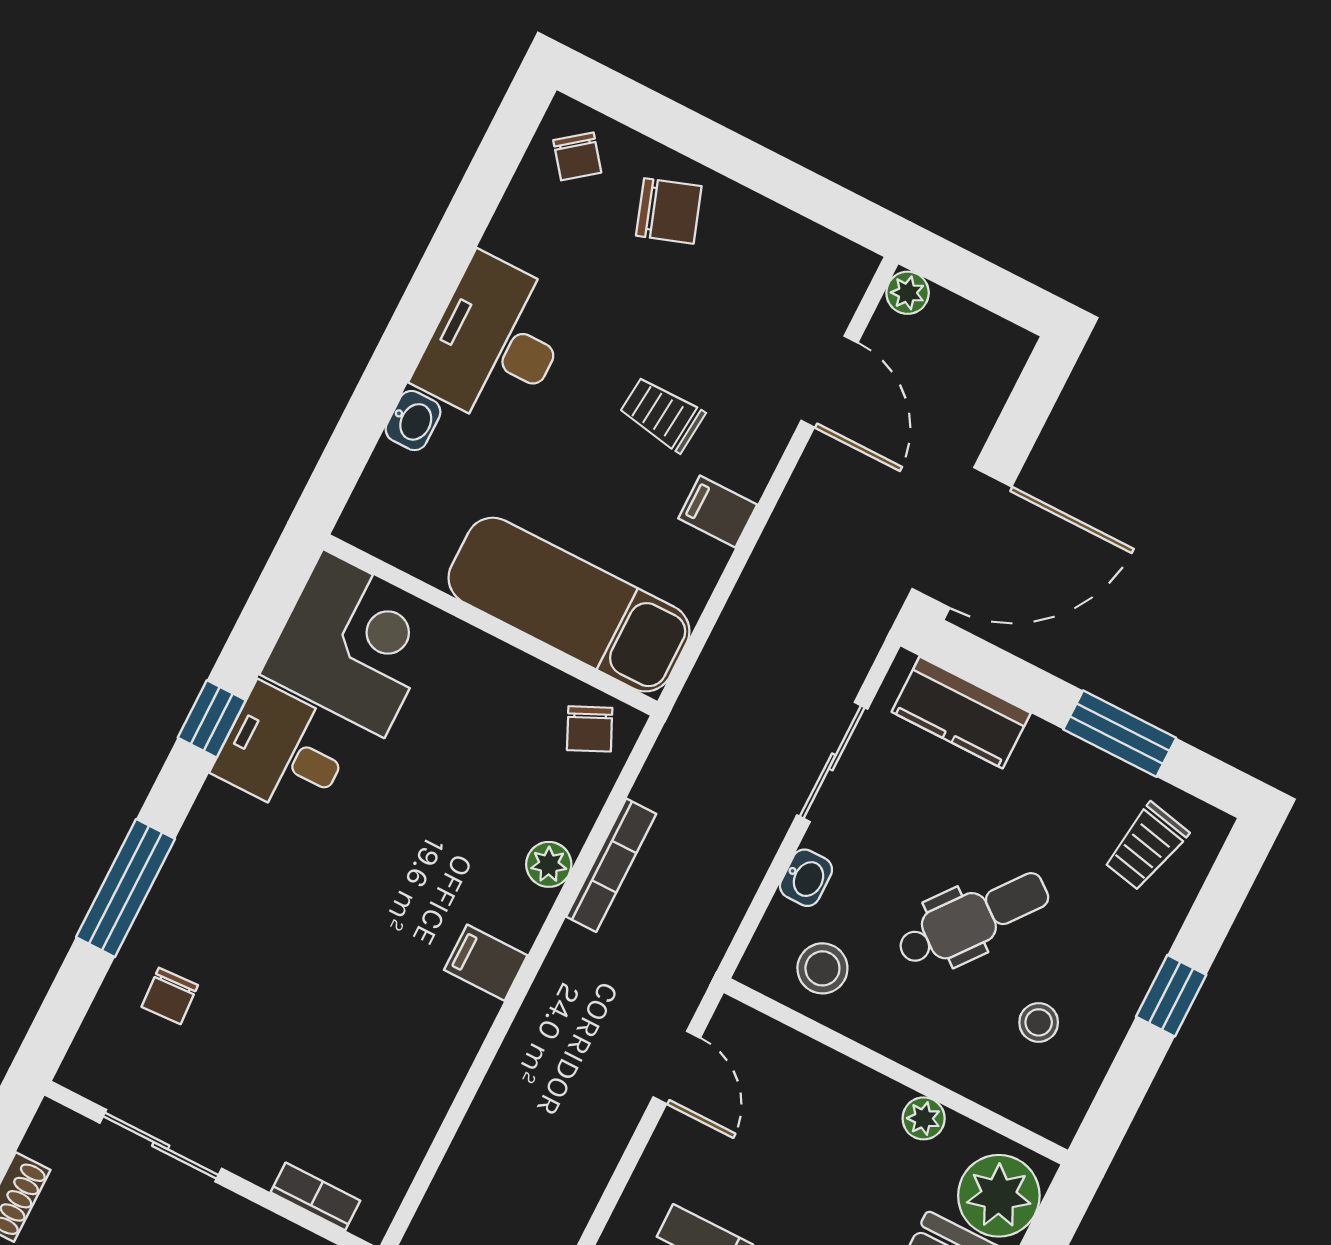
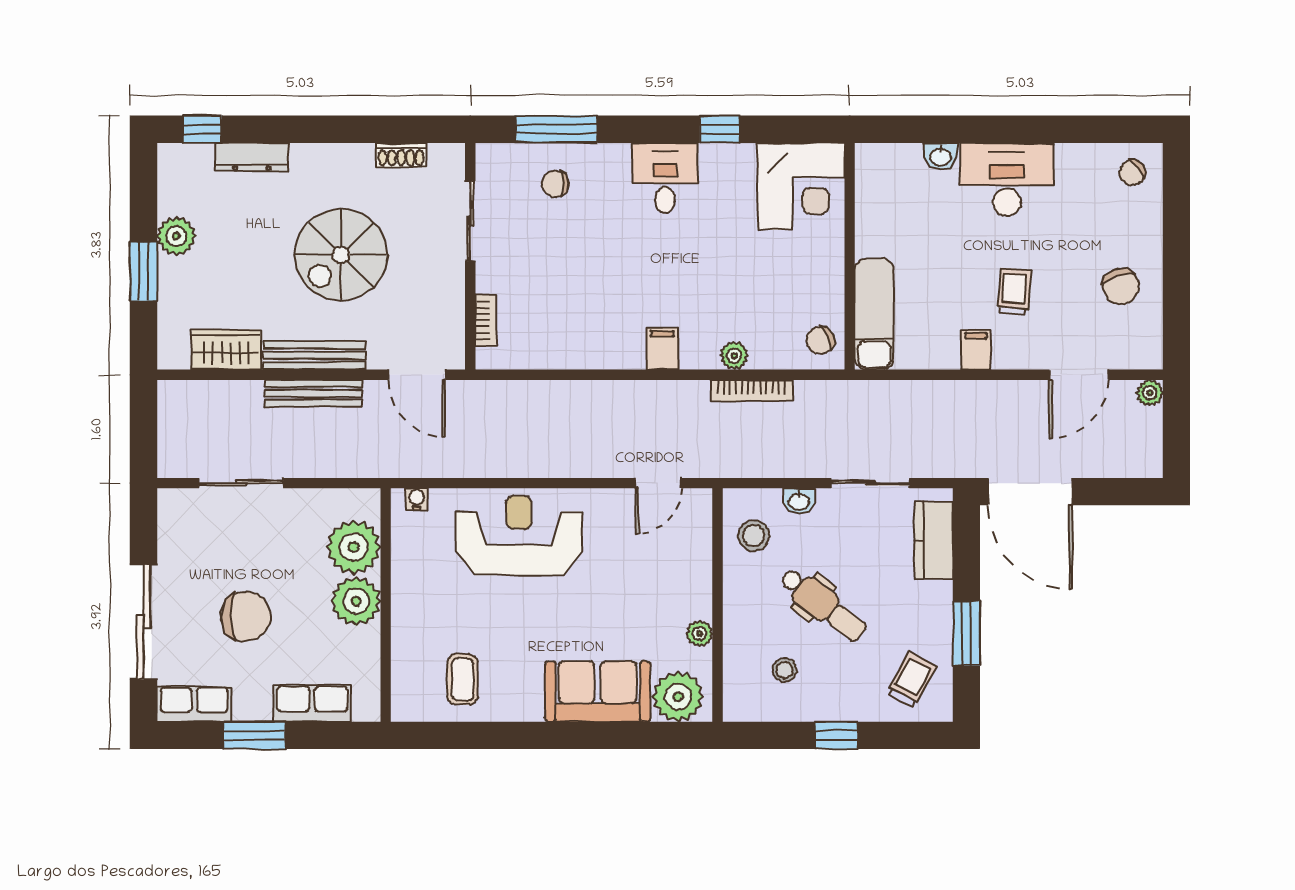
chair: (669, 211) -> (1121, 286), moved
exam couch: (569, 605) -> (874, 314), width x0.73, depth x0.69
desk: (284, 751) -> (665, 178), moved
trolley: (1146, 847) -> (911, 680), turned 106
window: (126, 888) -> (556, 129), moved

